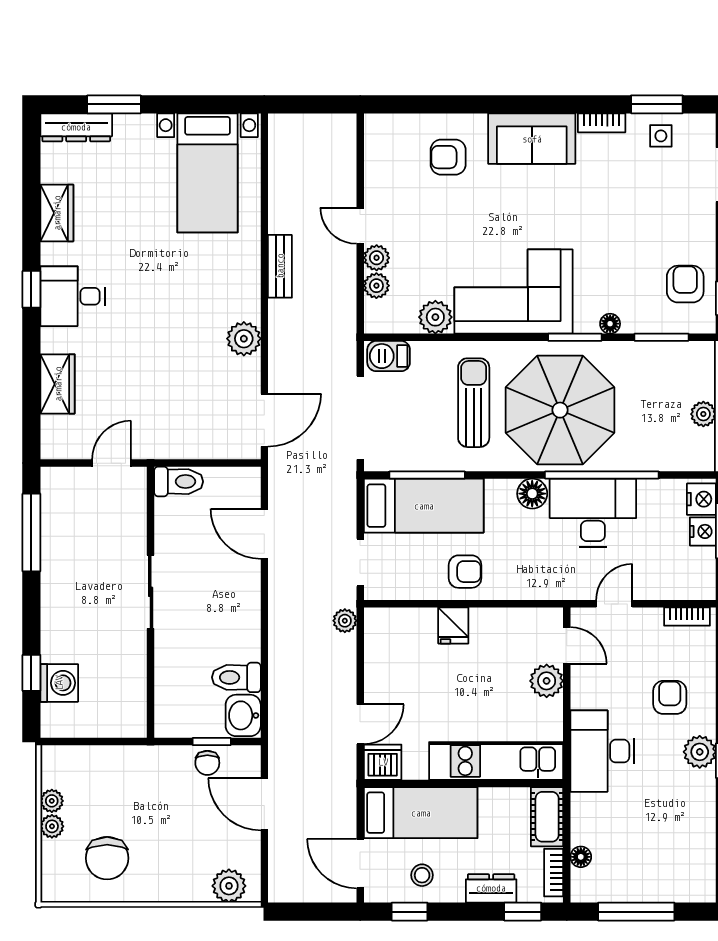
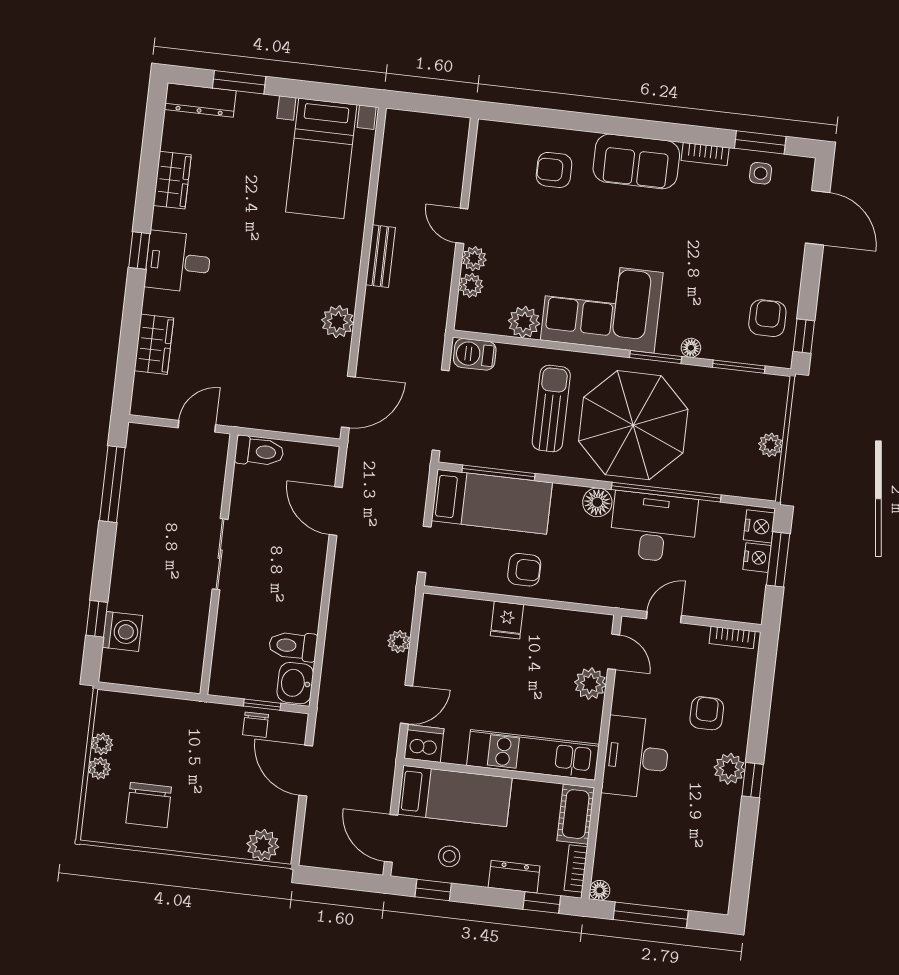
plant: (345, 621) -> (399, 642), moved
floor lamp: (581, 857) -> (600, 890), moved

